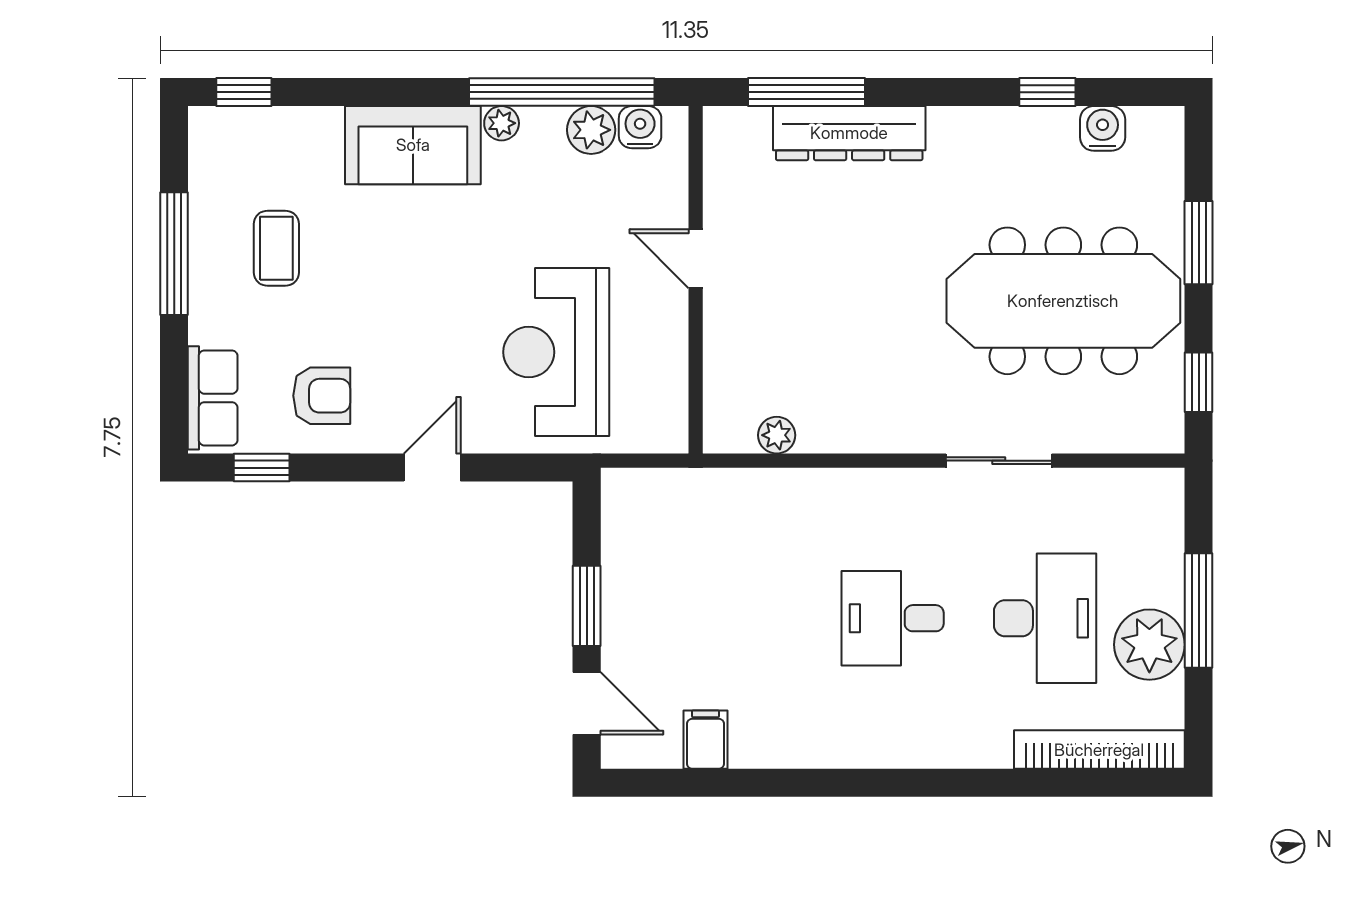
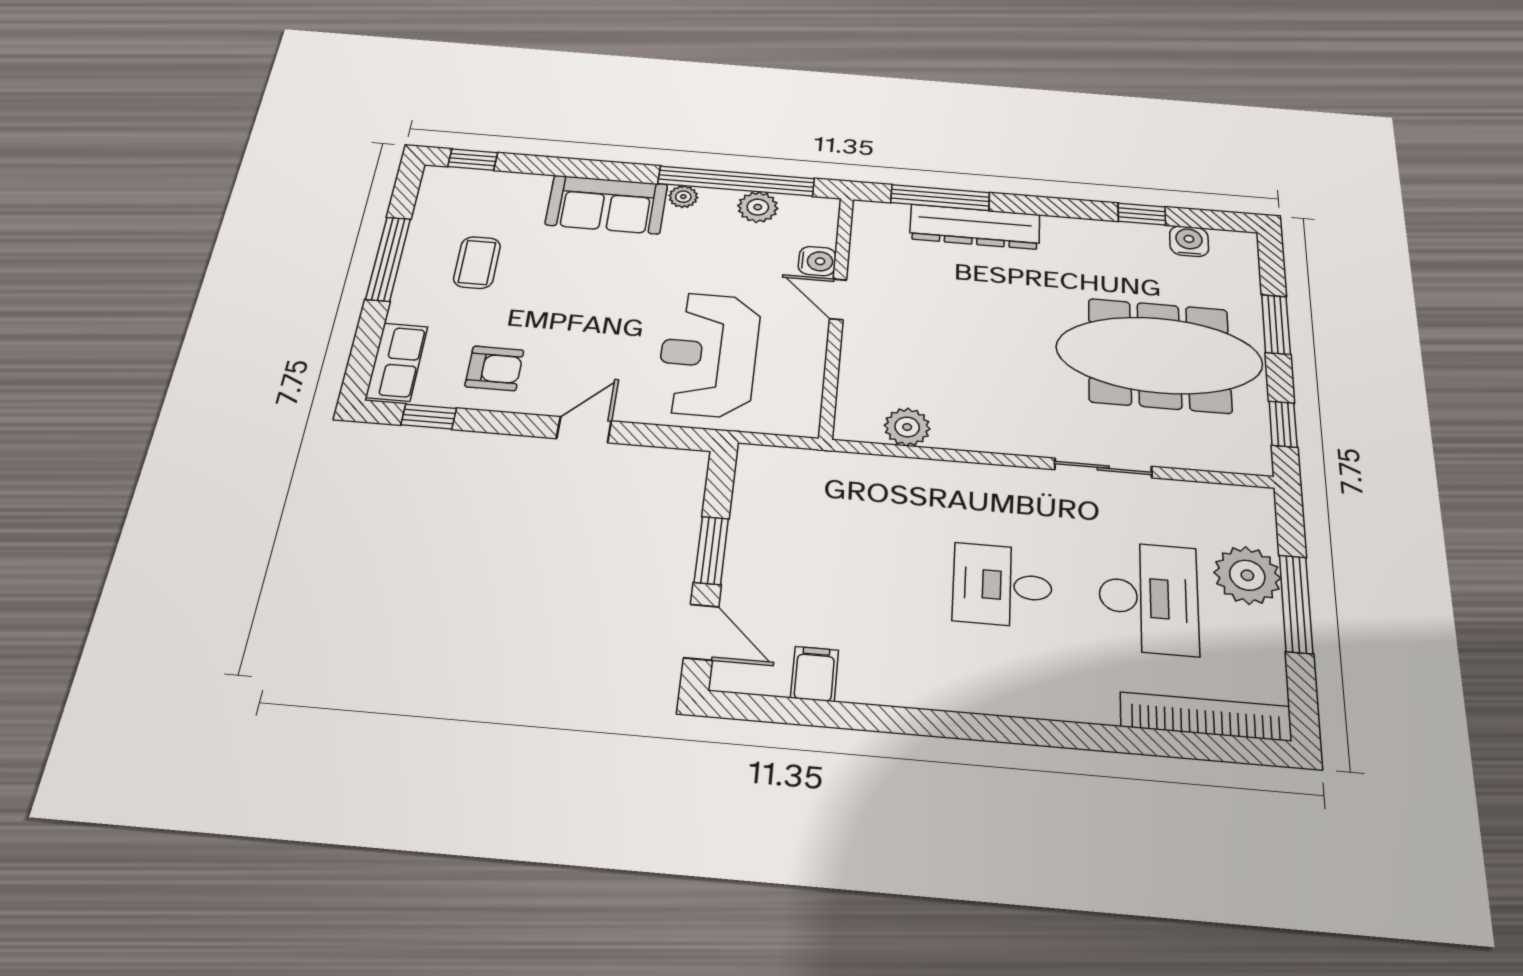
water cooler: (640, 127) -> (817, 261), moved, turned 90
plant: (777, 435) -> (907, 427), width x1.38, depth x1.38
plant: (1149, 645) -> (1247, 575), moved

